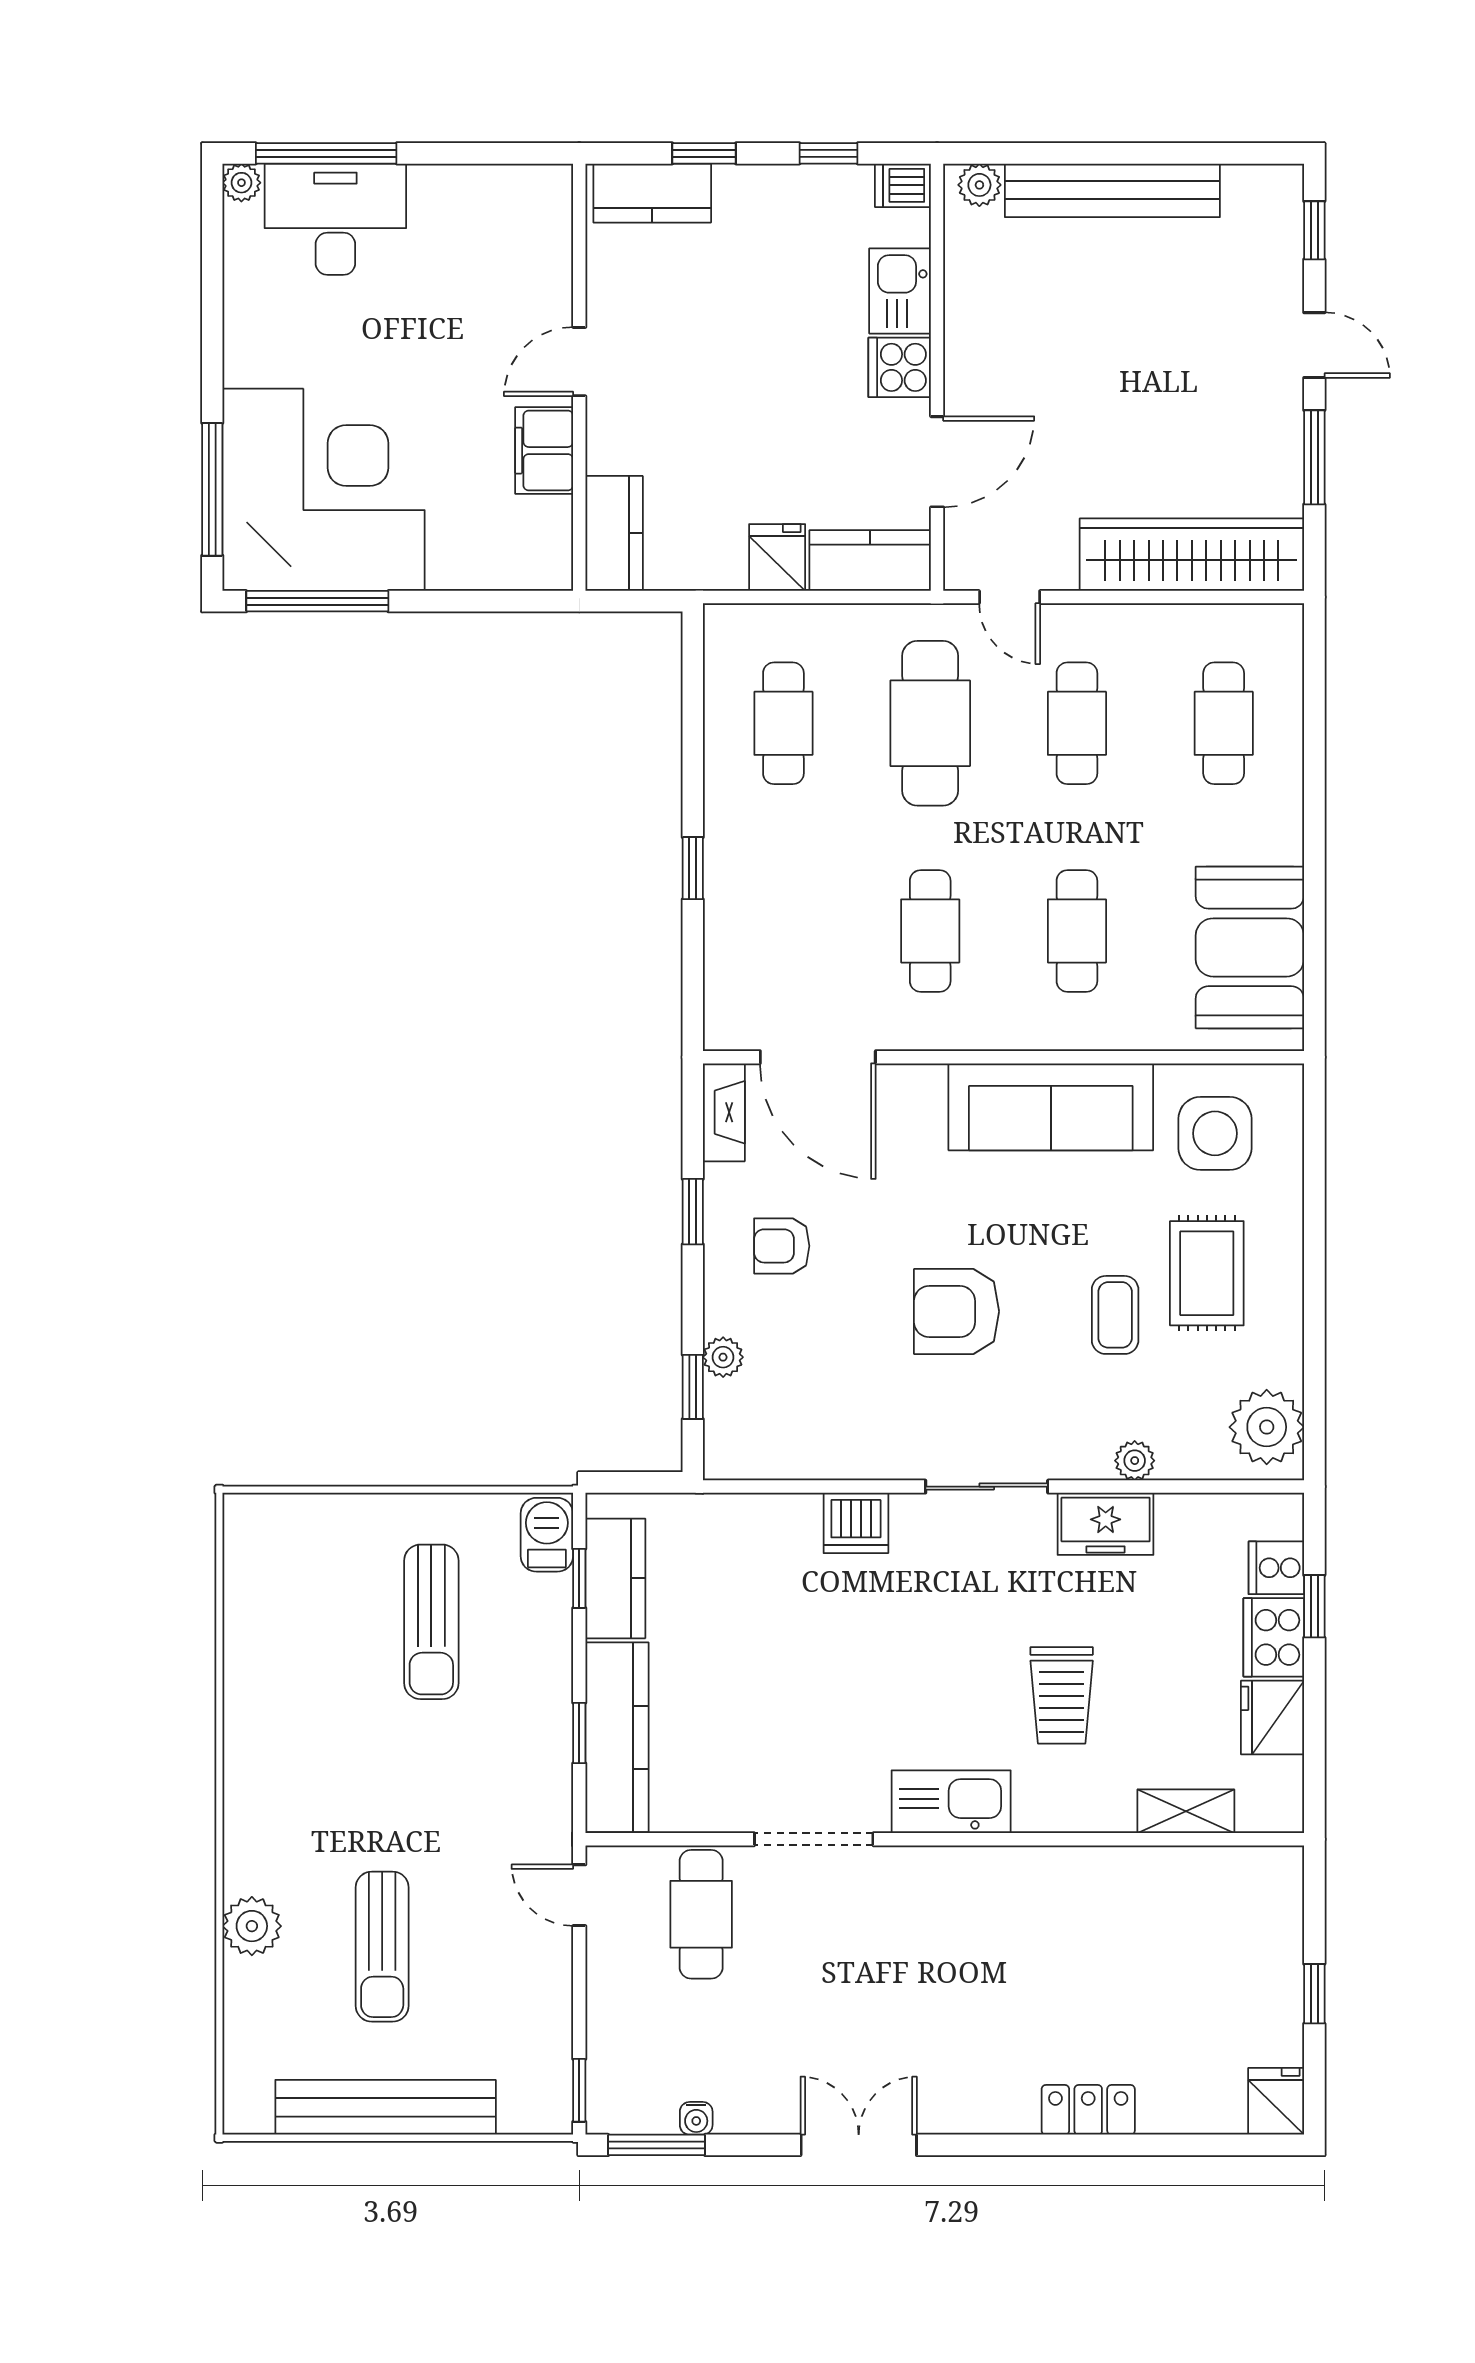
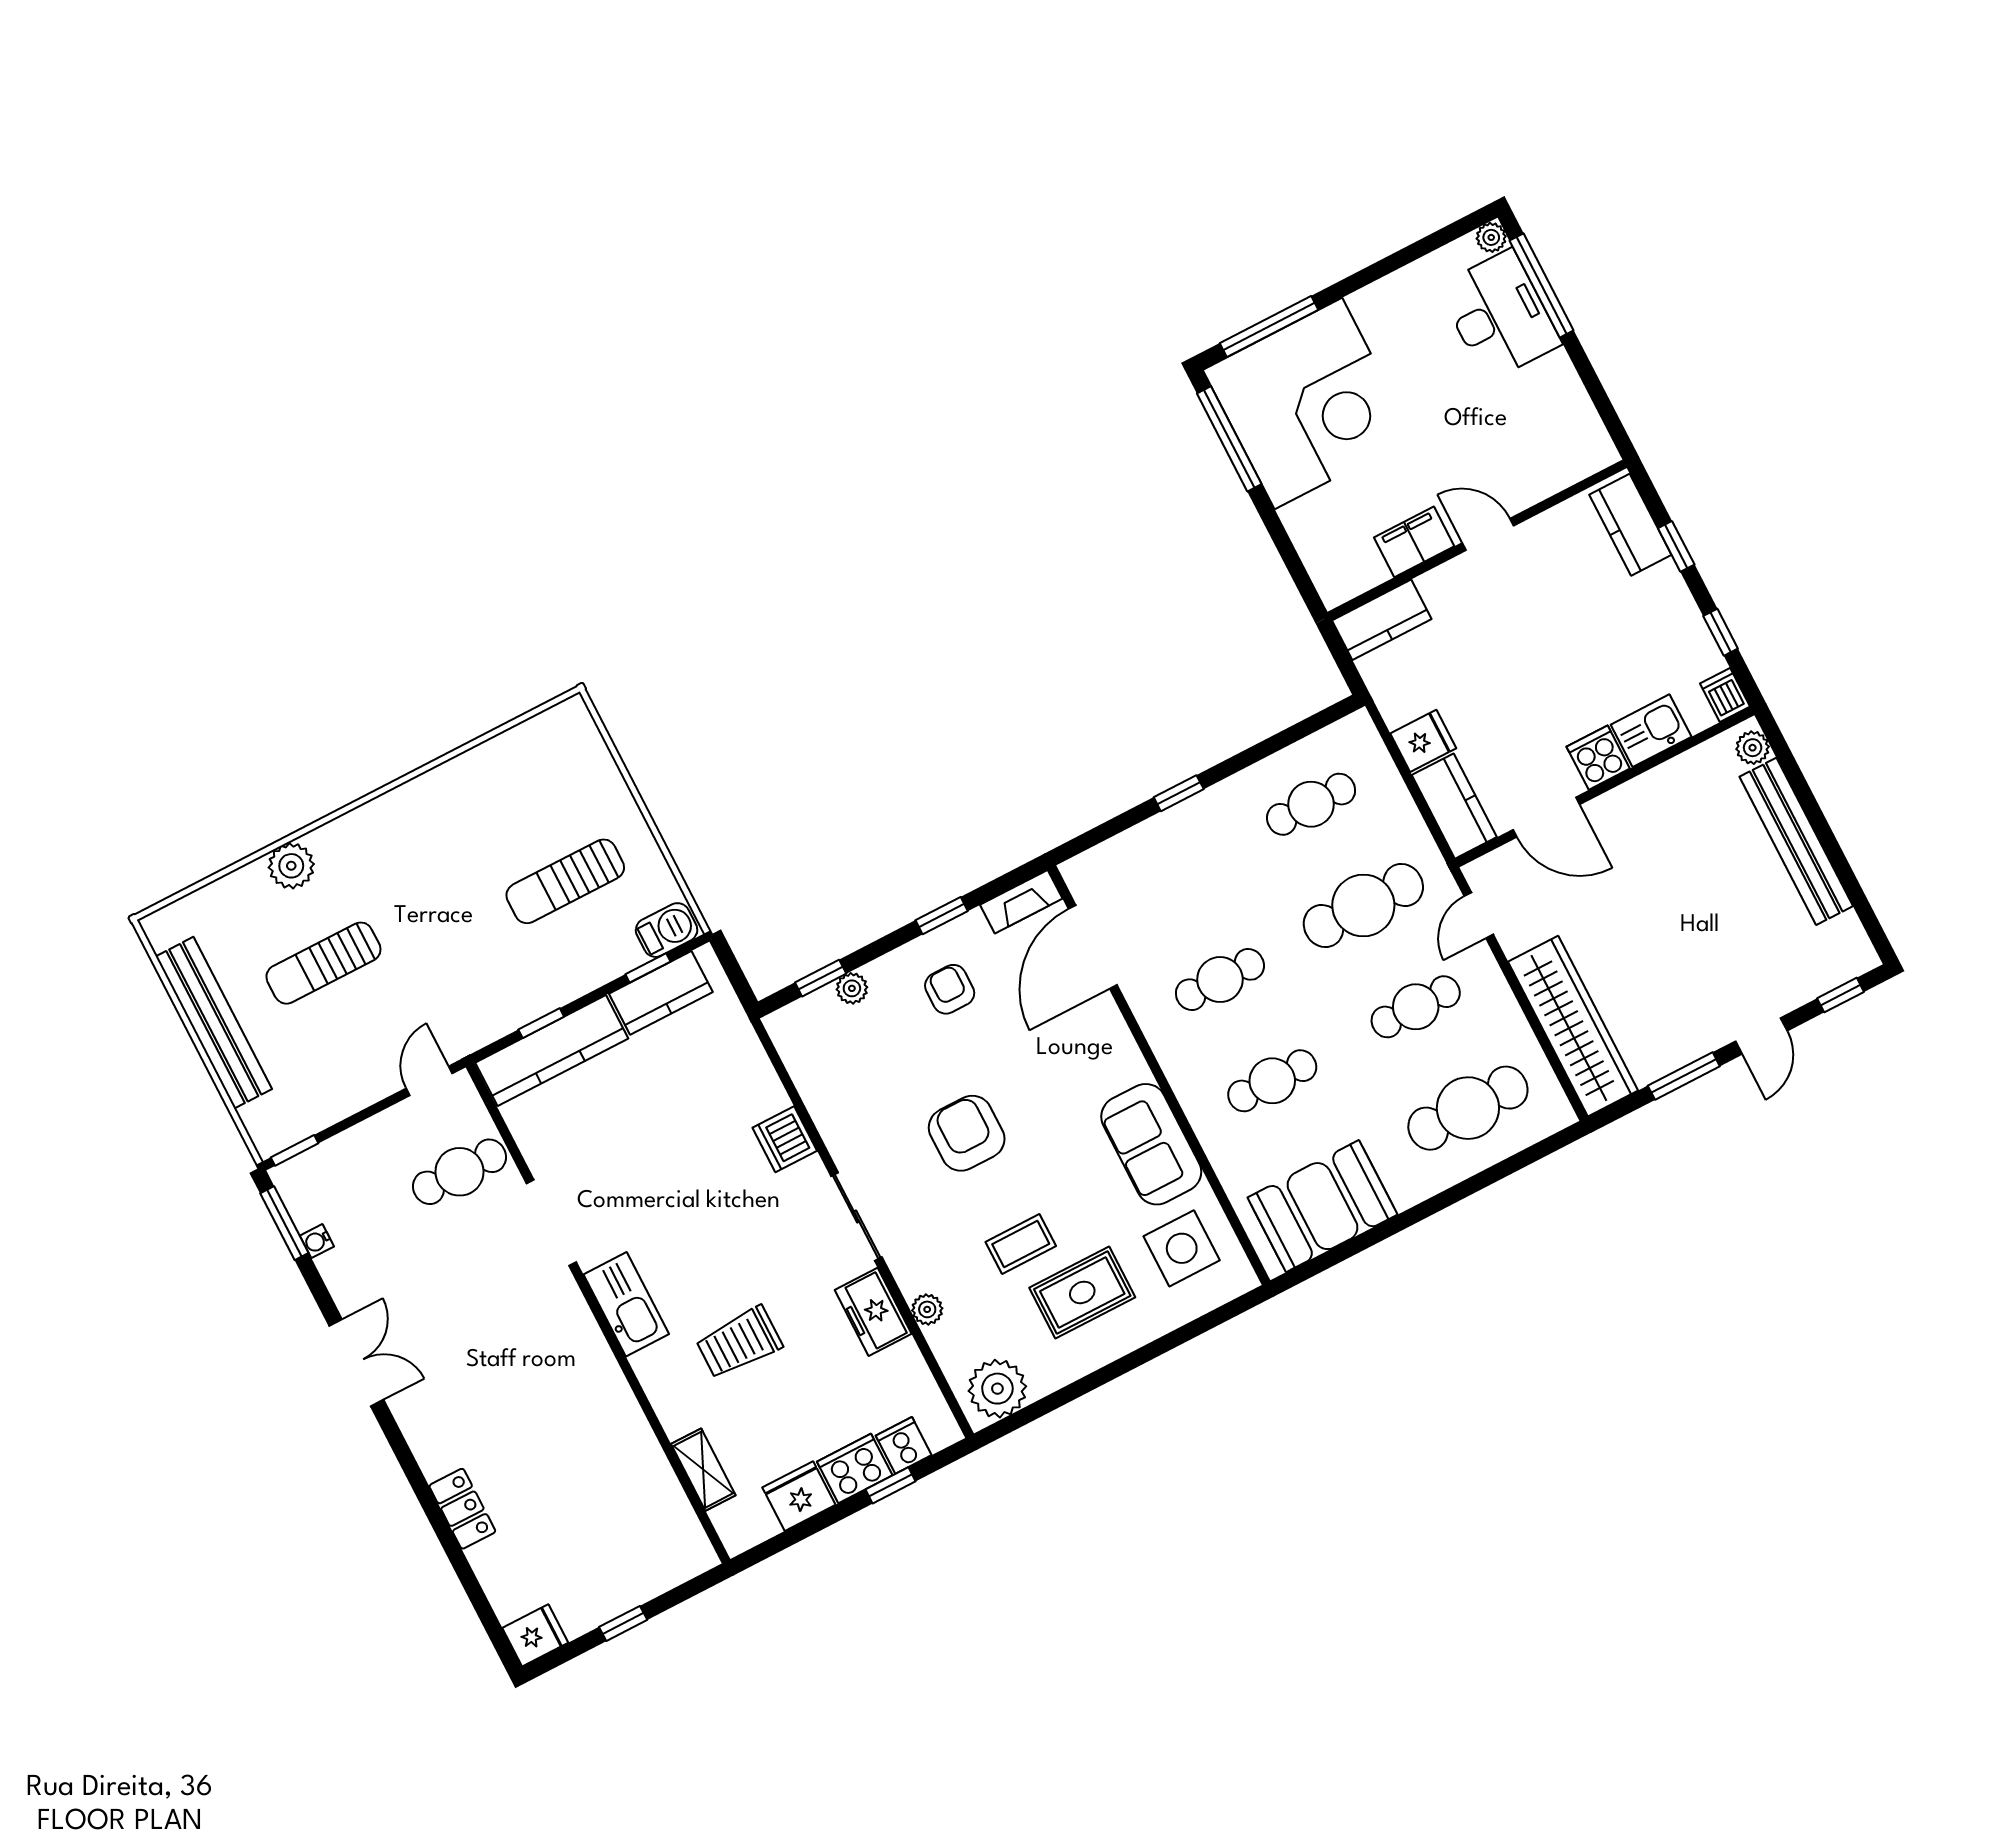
cafe table: (1224, 723) -> (1468, 1108), width x1.37, depth x1.35
sofa: (1051, 1107) -> (1151, 1144), width x0.73

